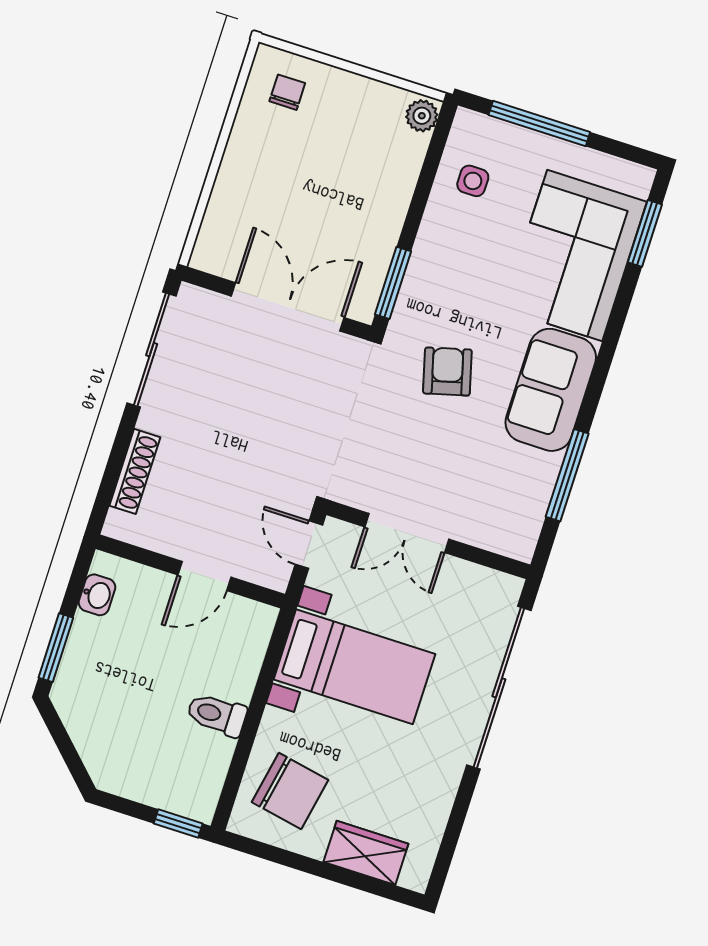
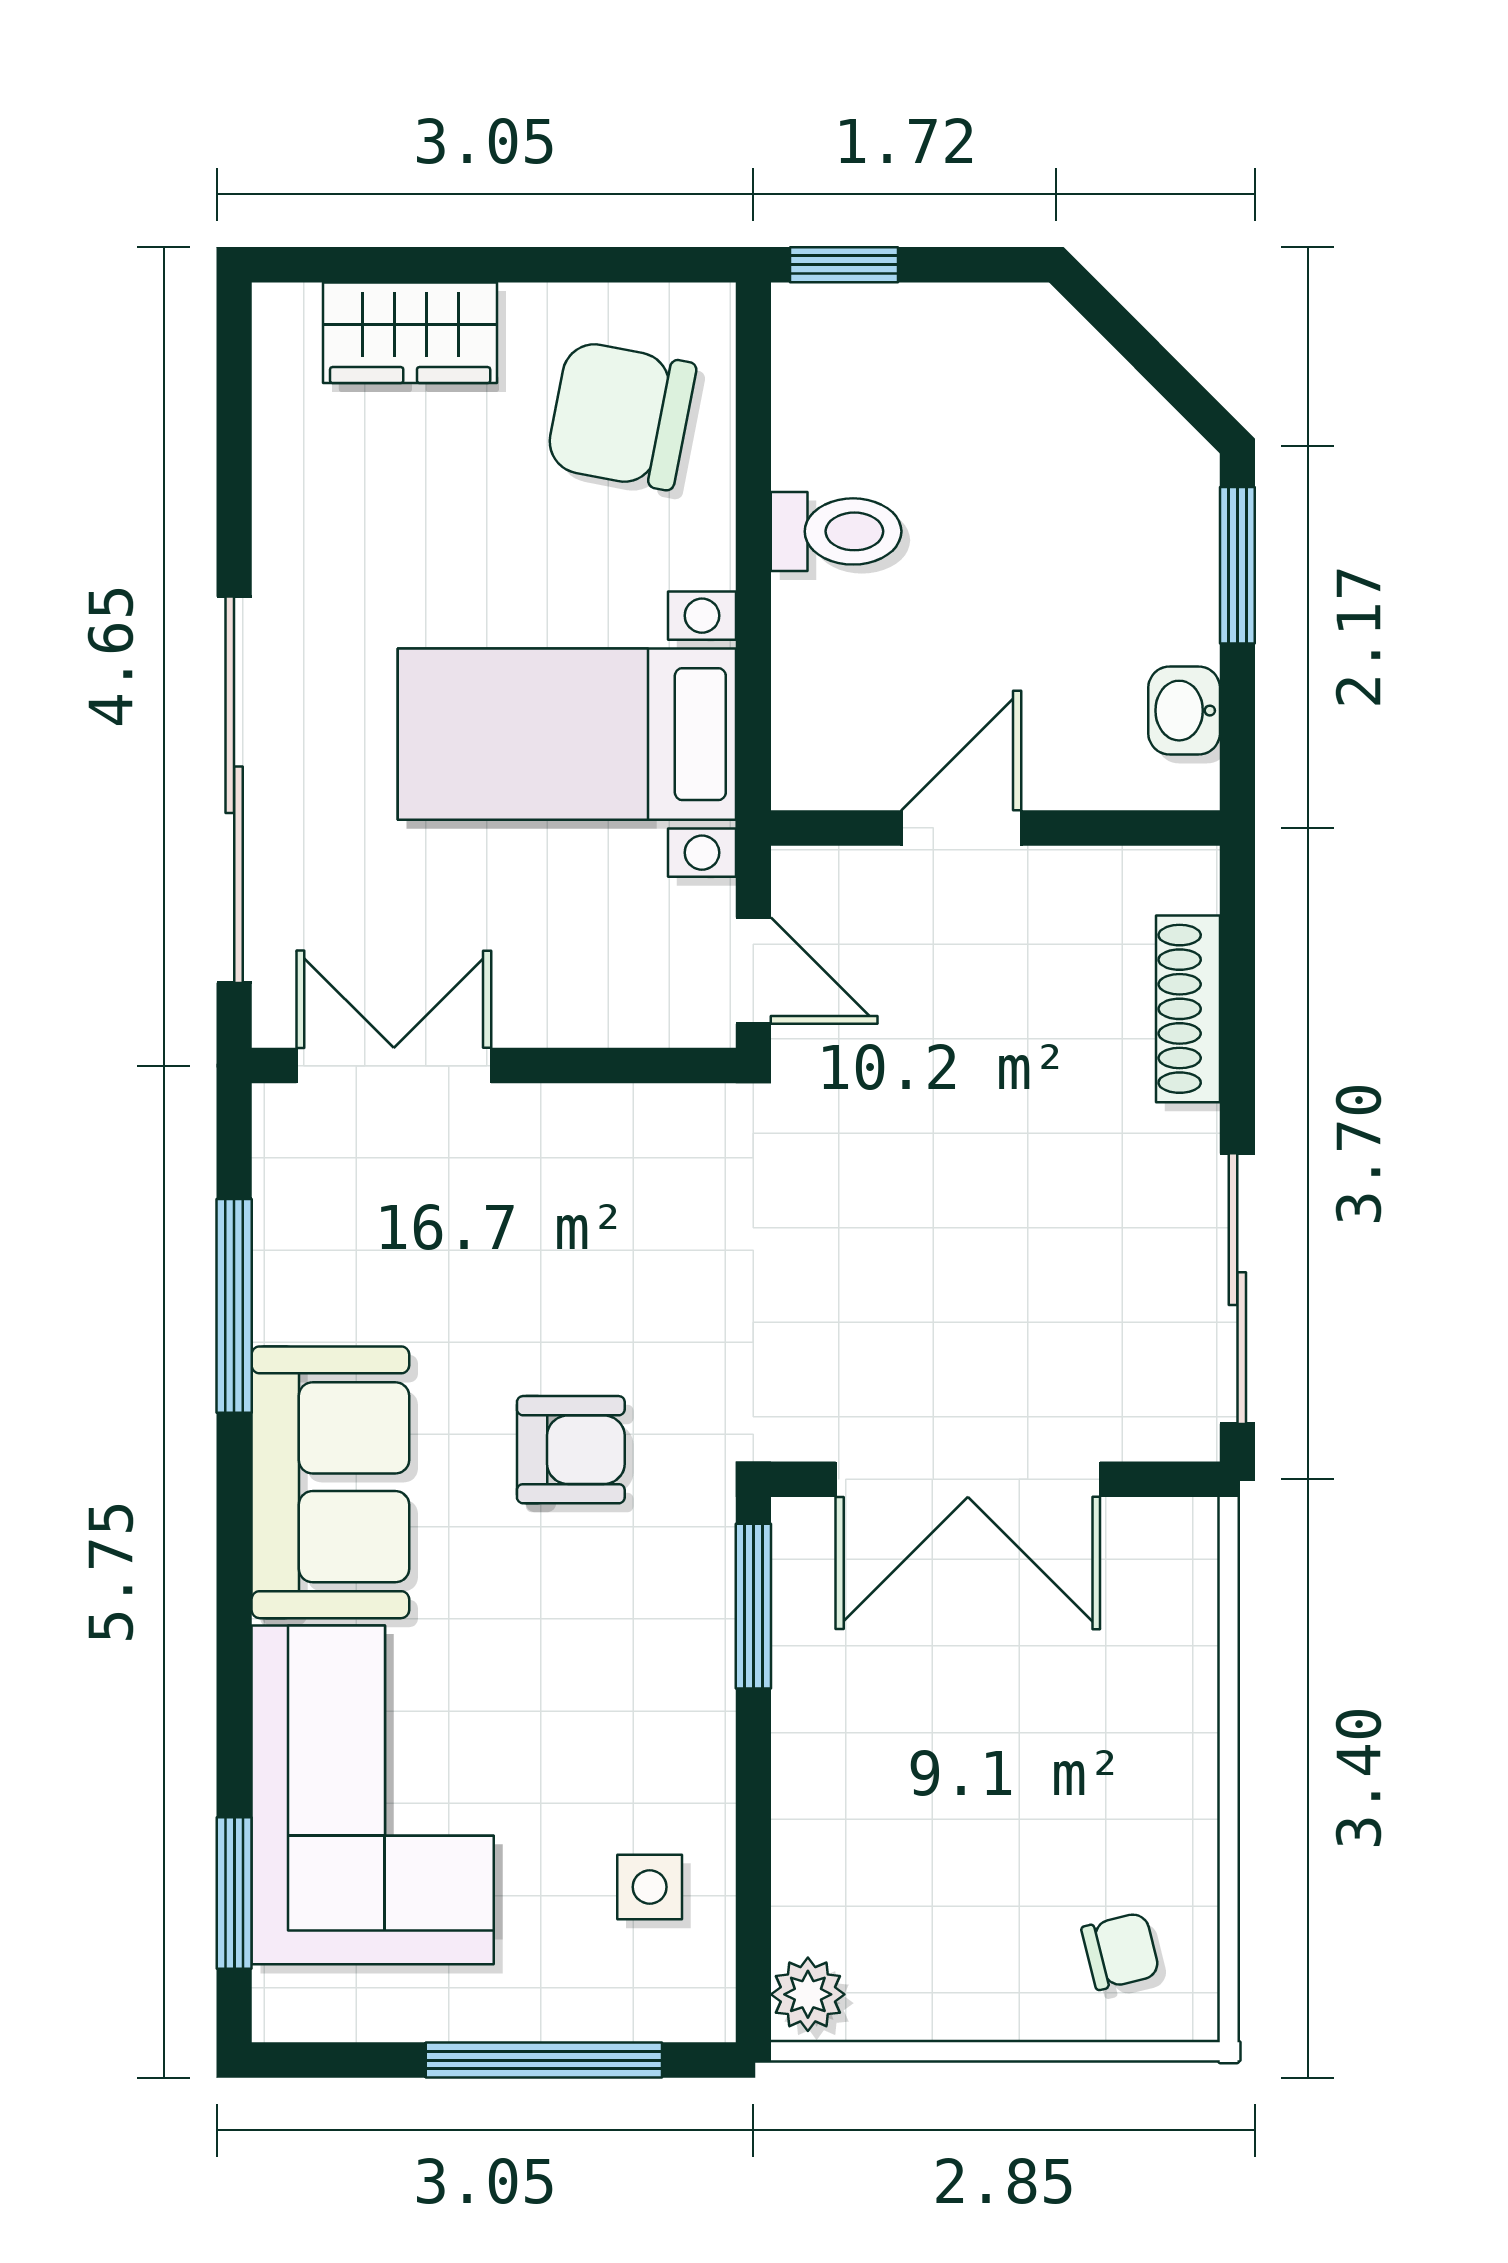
chair: (287, 92) -> (1121, 1951), turned -104
armchair: (447, 371) -> (571, 1450), turned -75
double door: (407, 533) -> (394, 1066), moved

